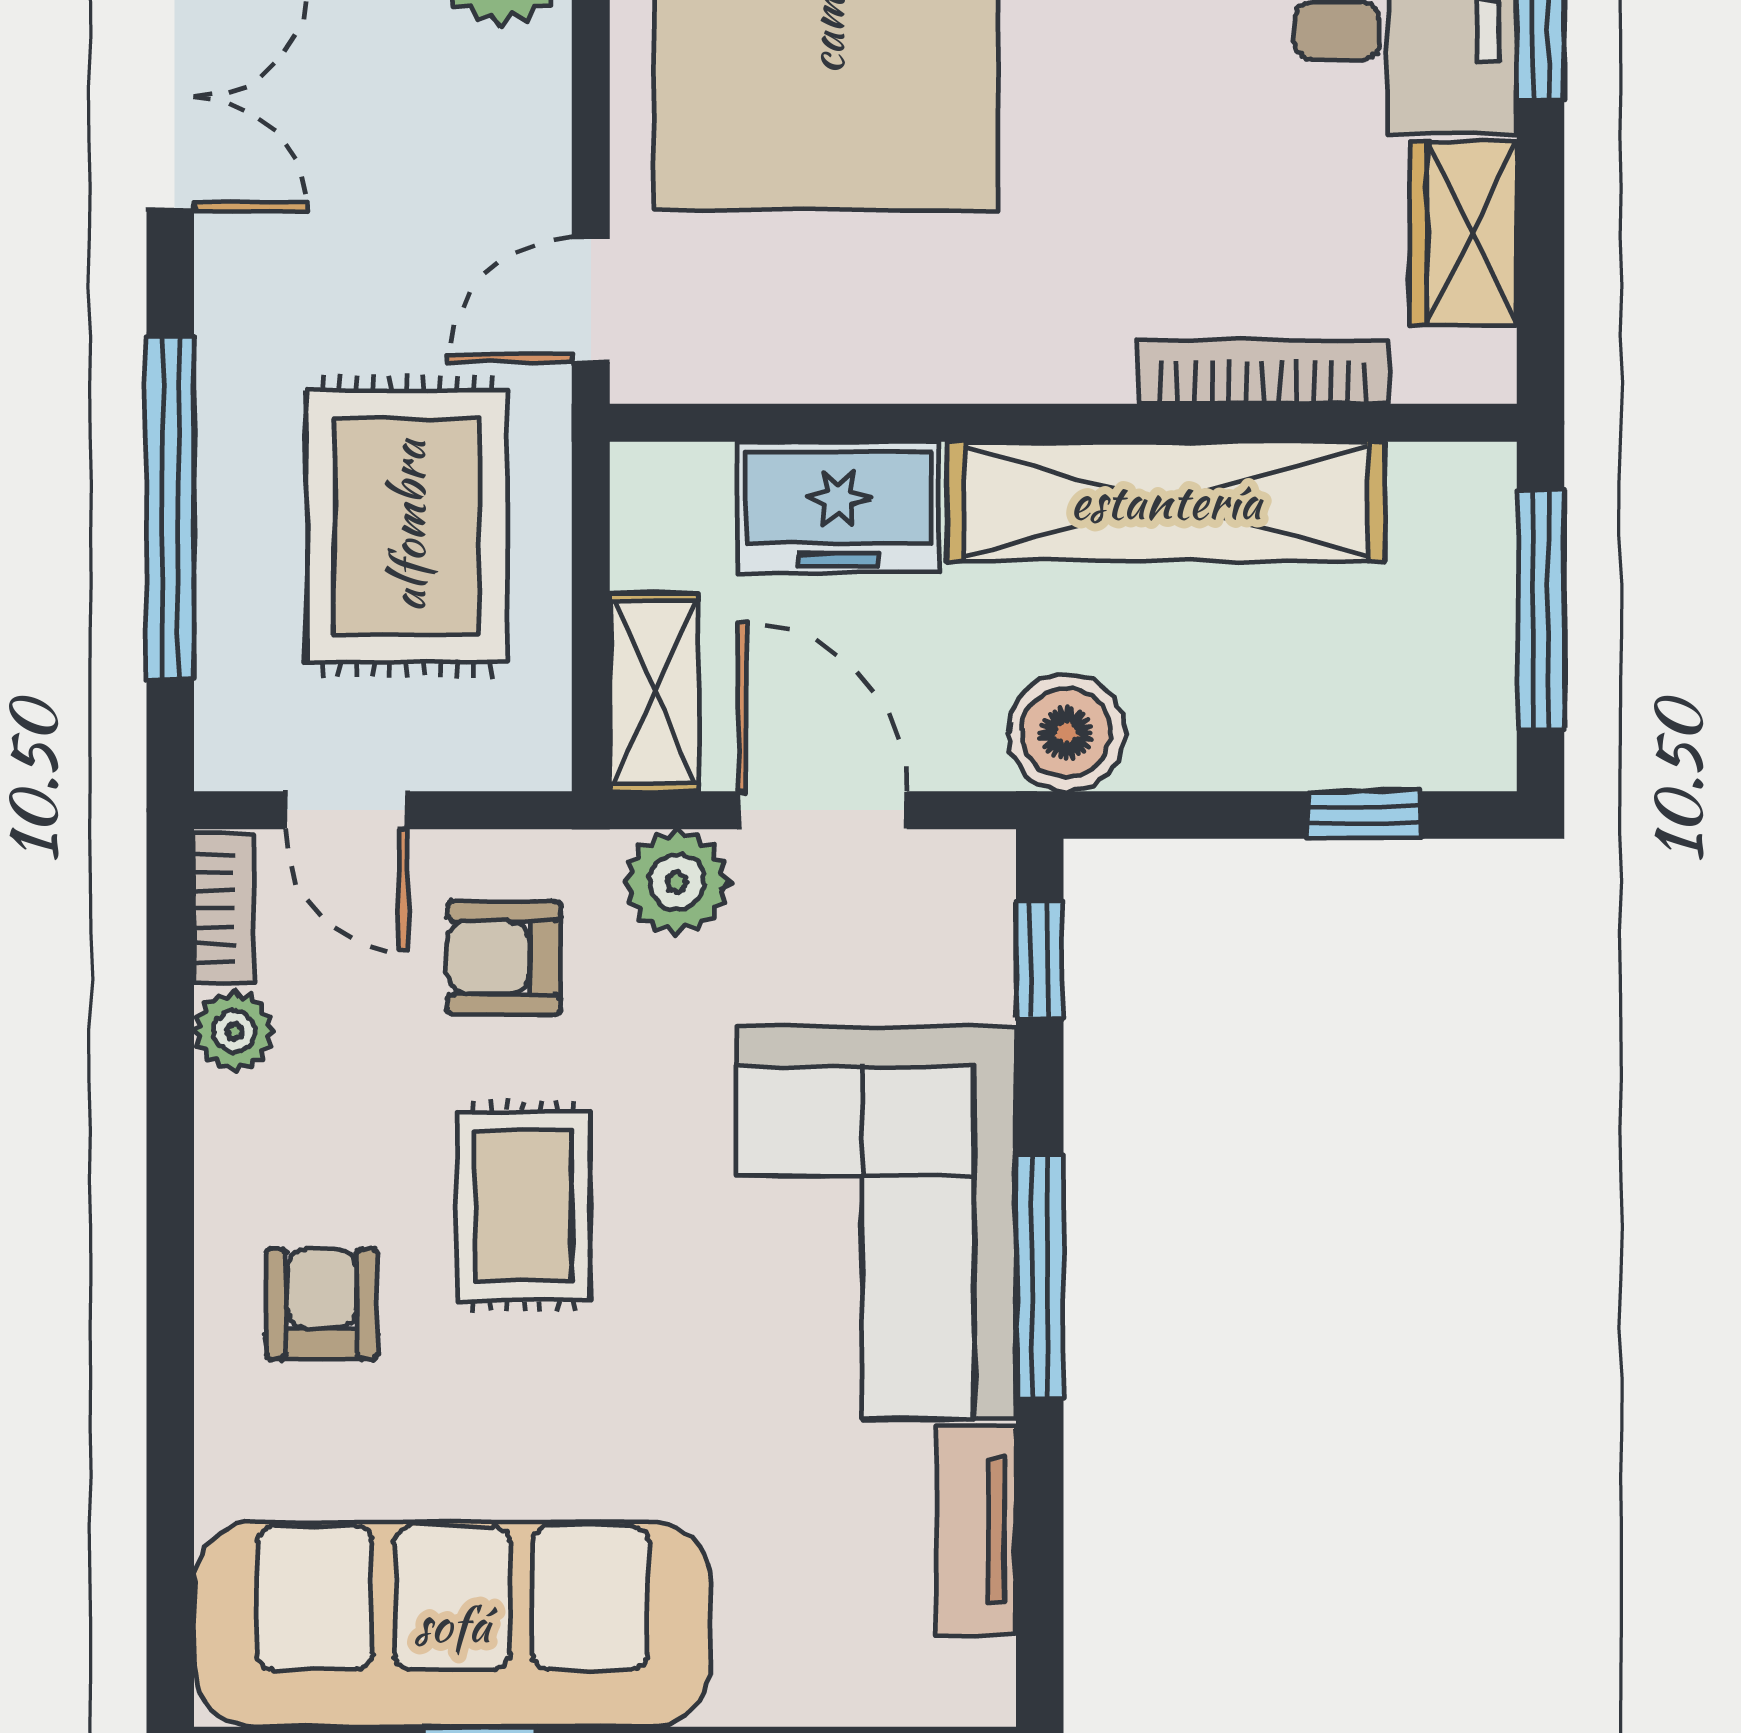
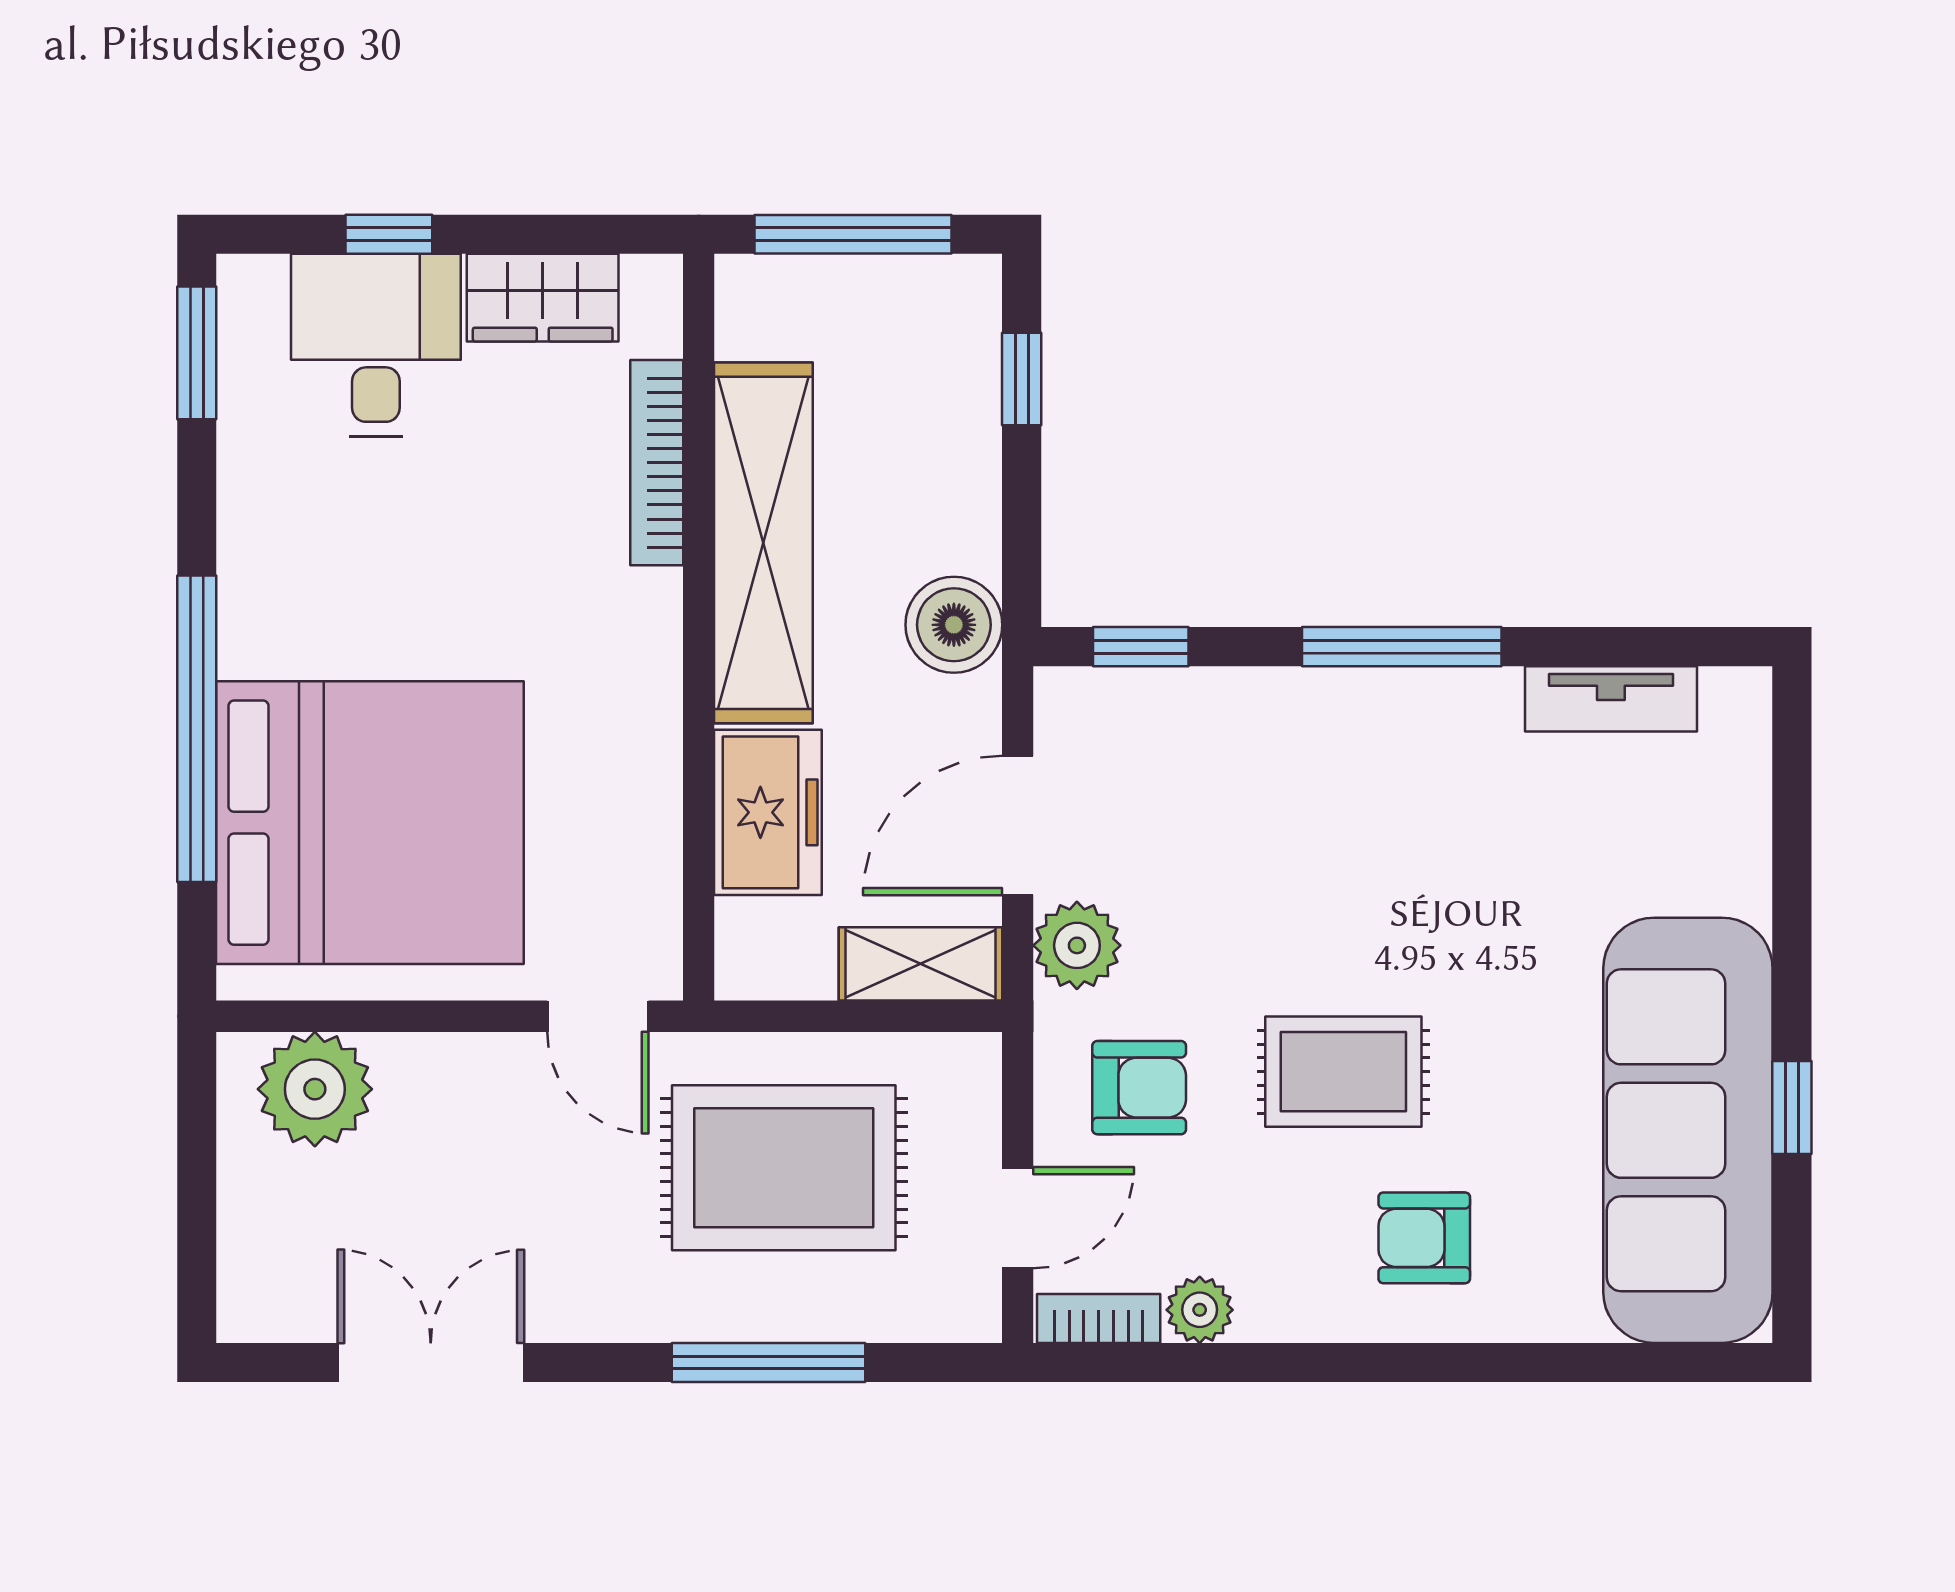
window: (170, 508) -> (769, 1362), width x0.68
armchair: (504, 958) -> (1139, 1088), turned -90
corner sofa: (876, 1223) -> (1357, 781), removed

